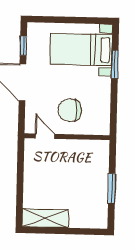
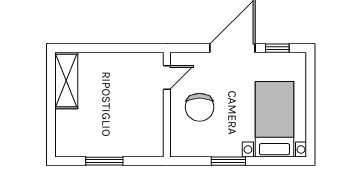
window: (115, 64) -> (228, 161), moved
chair: (70, 110) -> (200, 107), turned 180

